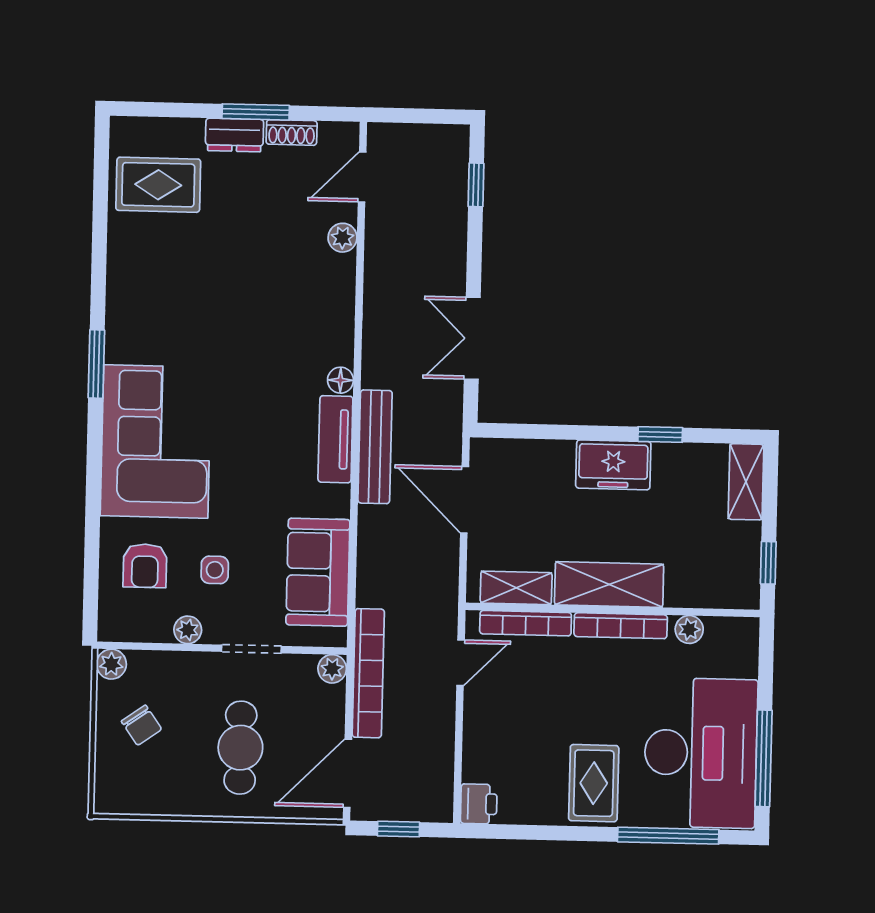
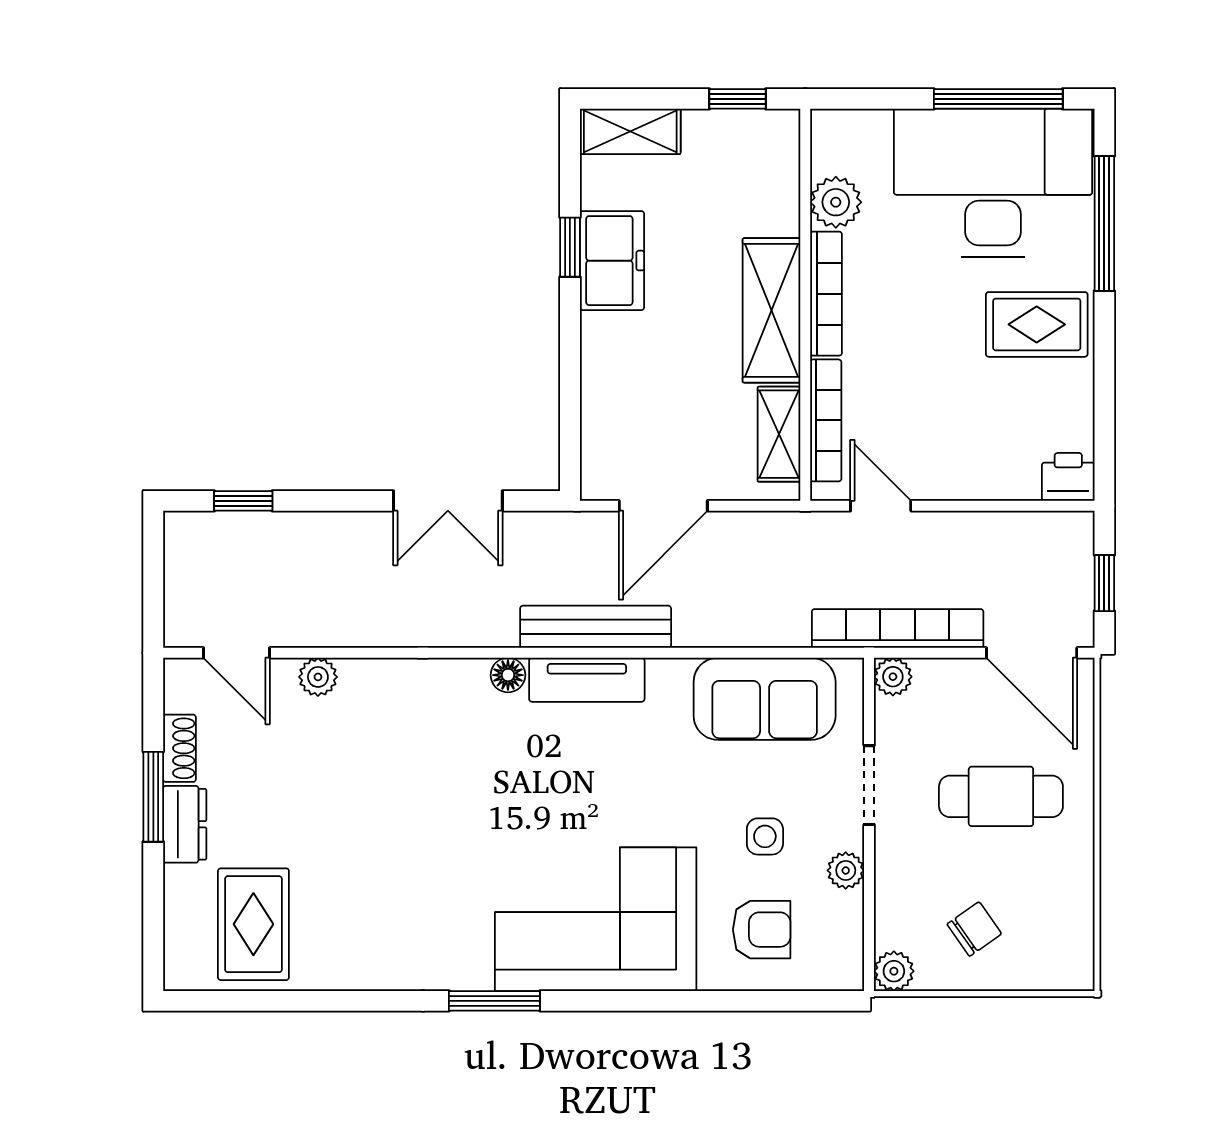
freezer: (613, 465) -> (612, 261), moved
plant: (689, 629) -> (836, 202), width x1.38, depth x1.38

